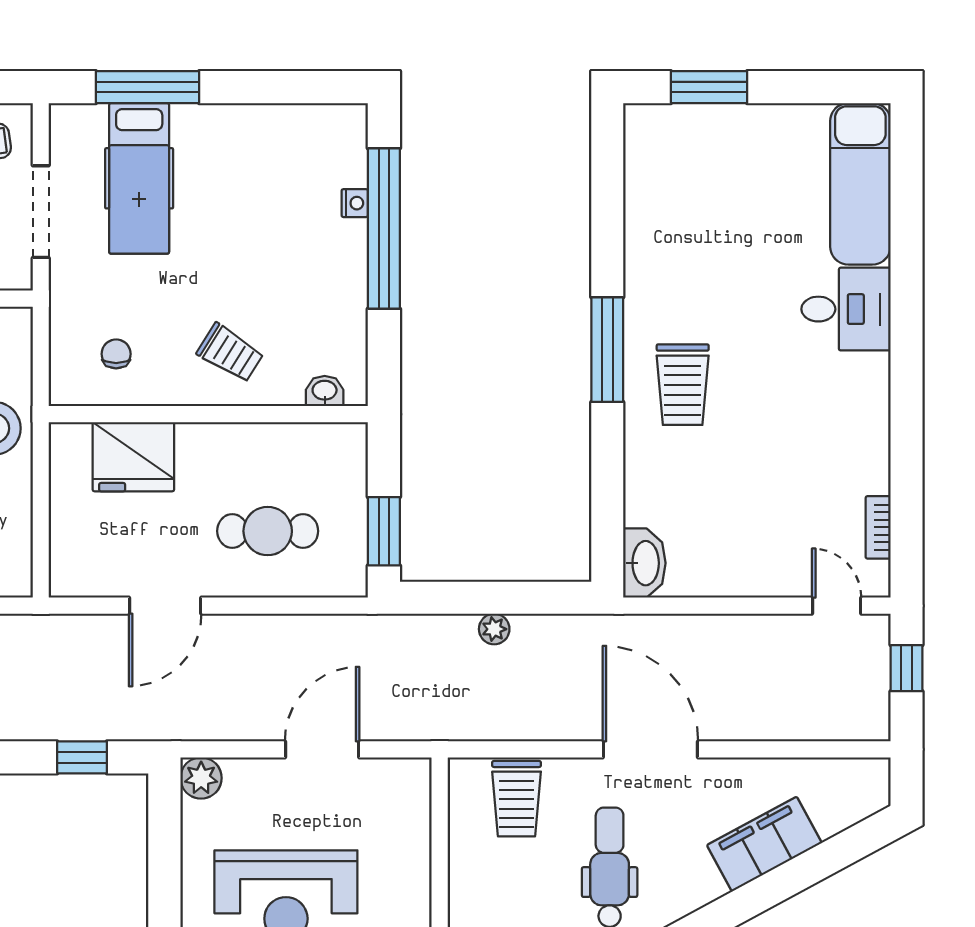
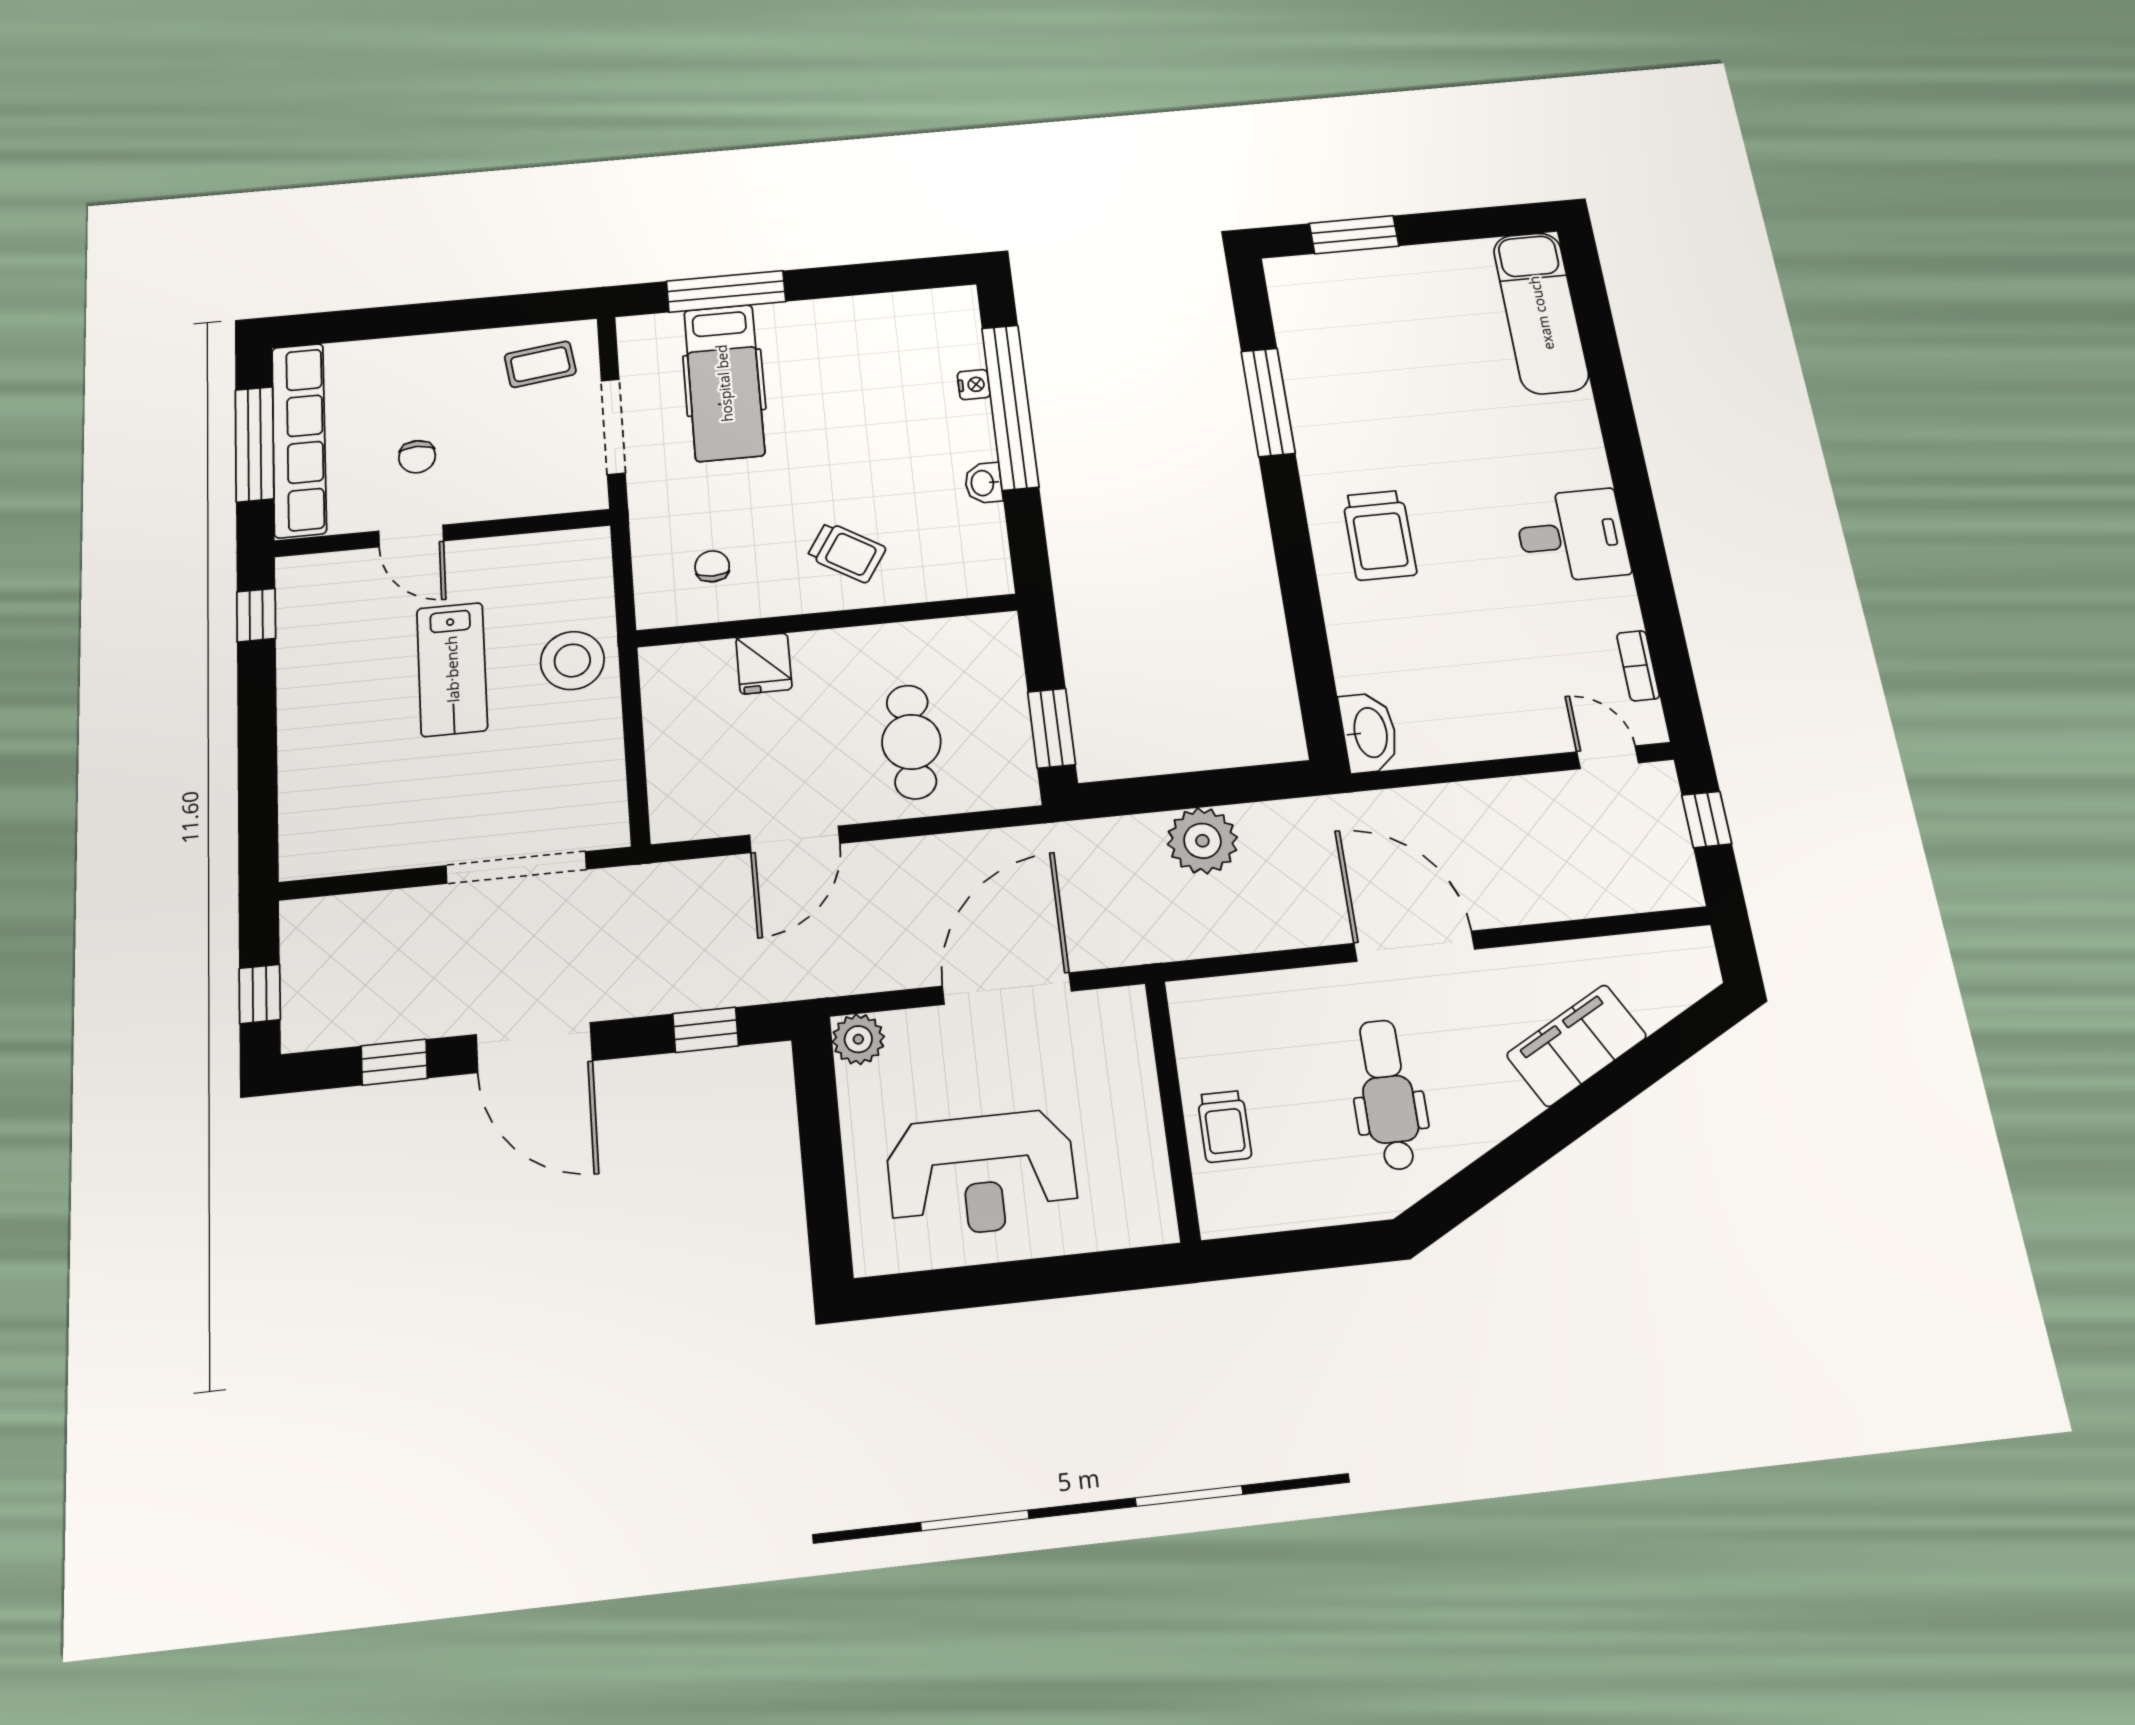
desk: (846, 309) -> (1572, 536), moved
window: (607, 350) -> (1268, 402), moved
washbasin: (325, 391) -> (983, 483), moved, turned -90
fridge: (133, 457) -> (764, 664), width x0.53, depth x0.75
cafe table: (268, 531) -> (911, 742), turned 90
plant: (494, 629) -> (1202, 841), width x1.88, depth x1.88
door: (322, 749) -> (1007, 989), width x1.36
trolley: (517, 799) -> (1224, 1126), moved, width x0.73, depth x0.72

